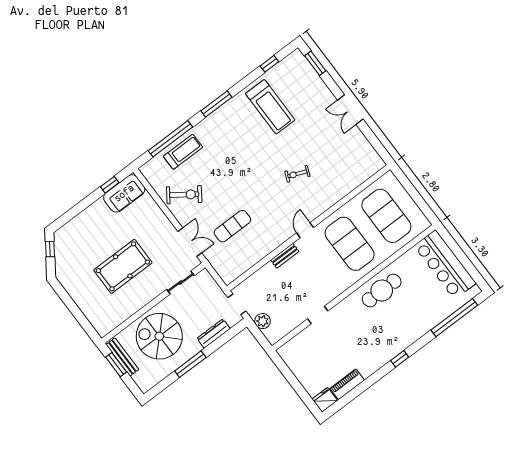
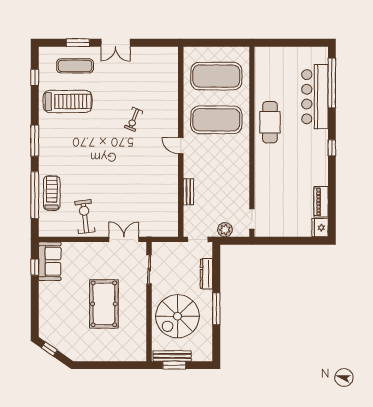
window: (315, 63) -> (78, 43), moved
exercise bike: (184, 195) -> (85, 217), turned -42
exercise mat: (232, 226) -> (75, 66), moved, turned 90
bench: (285, 256) -> (188, 192), moved
bar counter: (445, 265) -> (315, 97), moved, turned 90
doorway: (318, 315) -> (252, 219), moved

